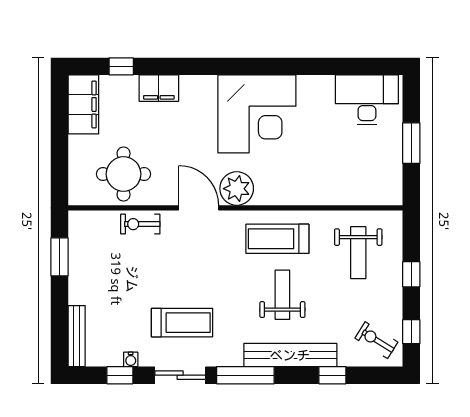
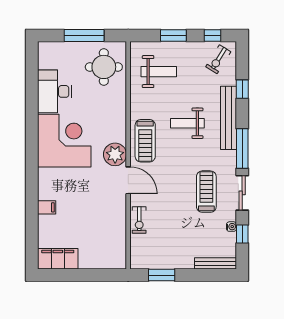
window: (121, 66) -> (32, 233), removed
filing cabinet: (159, 88) -> (47, 207), width x0.50
desk: (367, 100) -> (55, 91), moved
window: (411, 143) -> (84, 35), width x1.44
round table: (124, 174) -> (104, 67), moved
door: (199, 208) -> (128, 180), swing flipped
treadmill: (277, 239) -> (145, 141), moved
window: (411, 274) -> (173, 35), width x1.50

